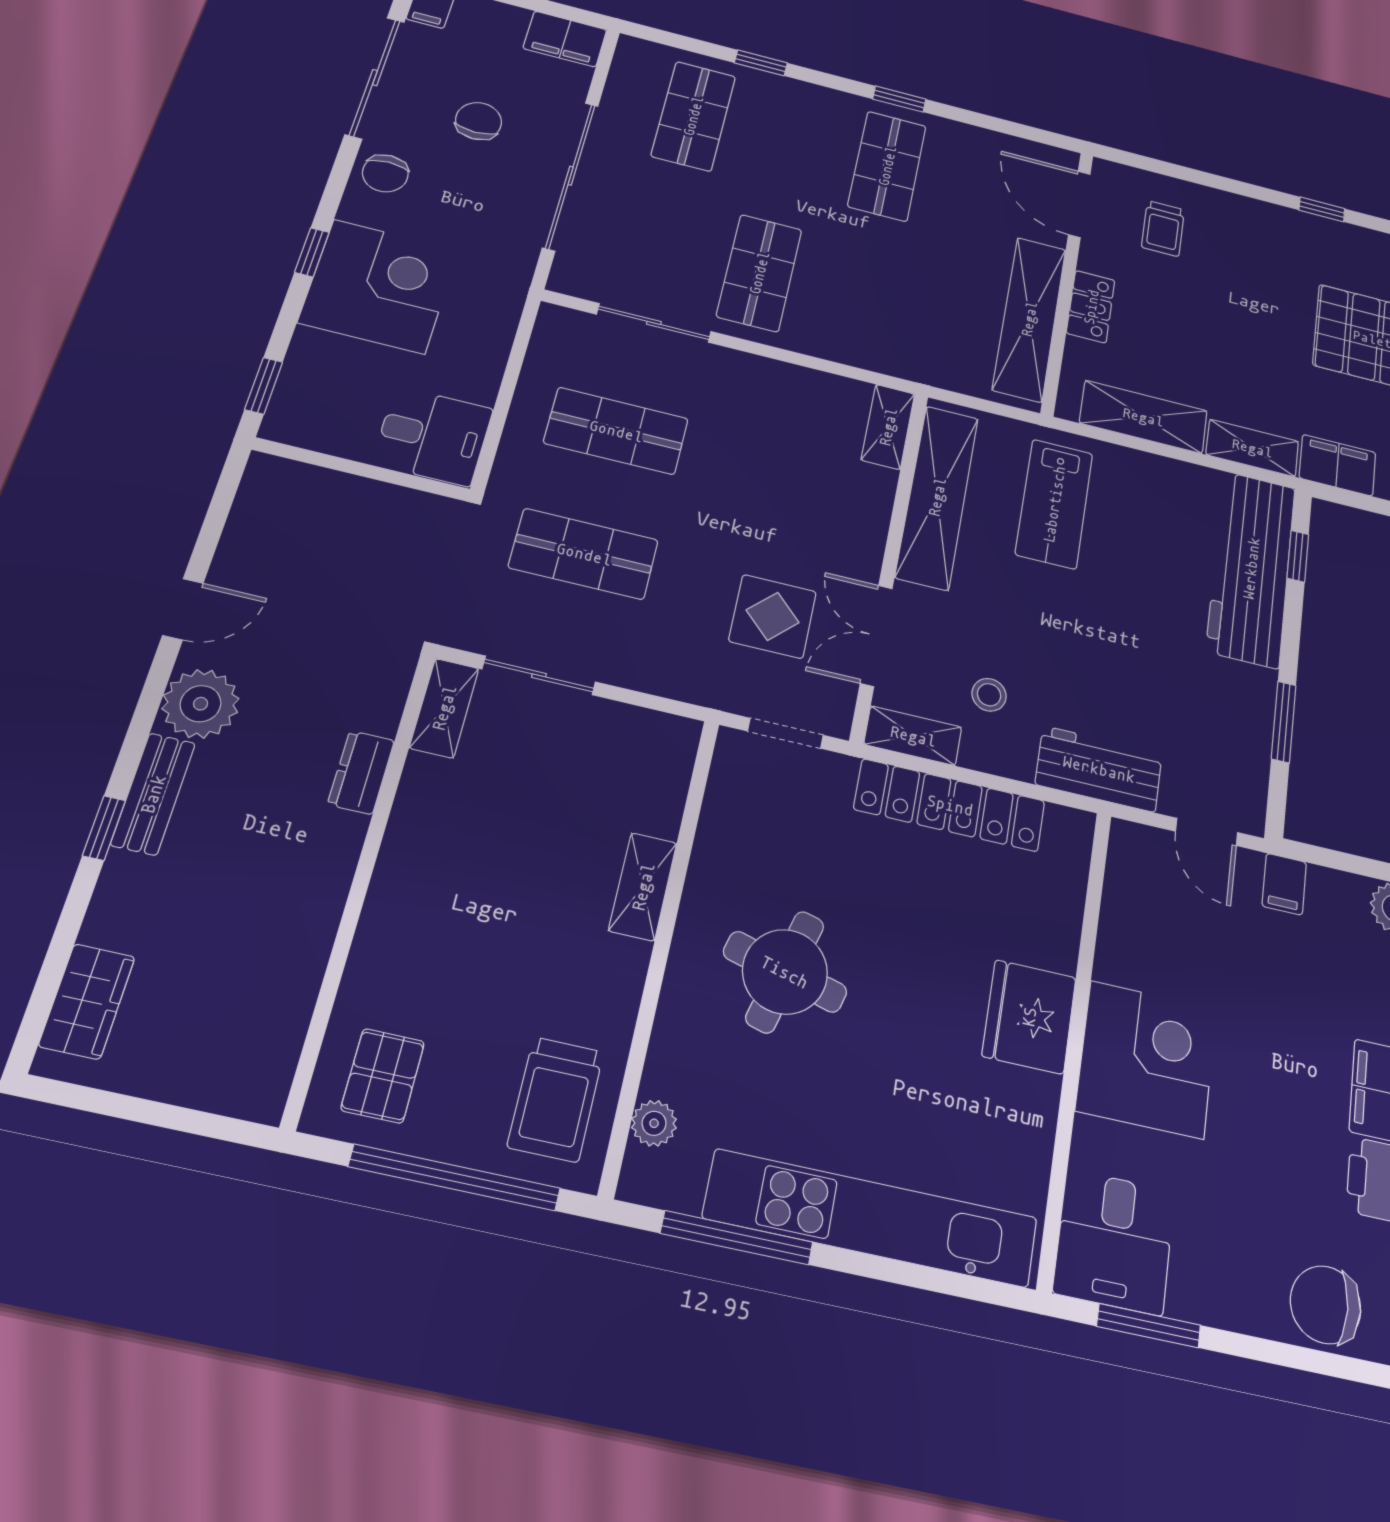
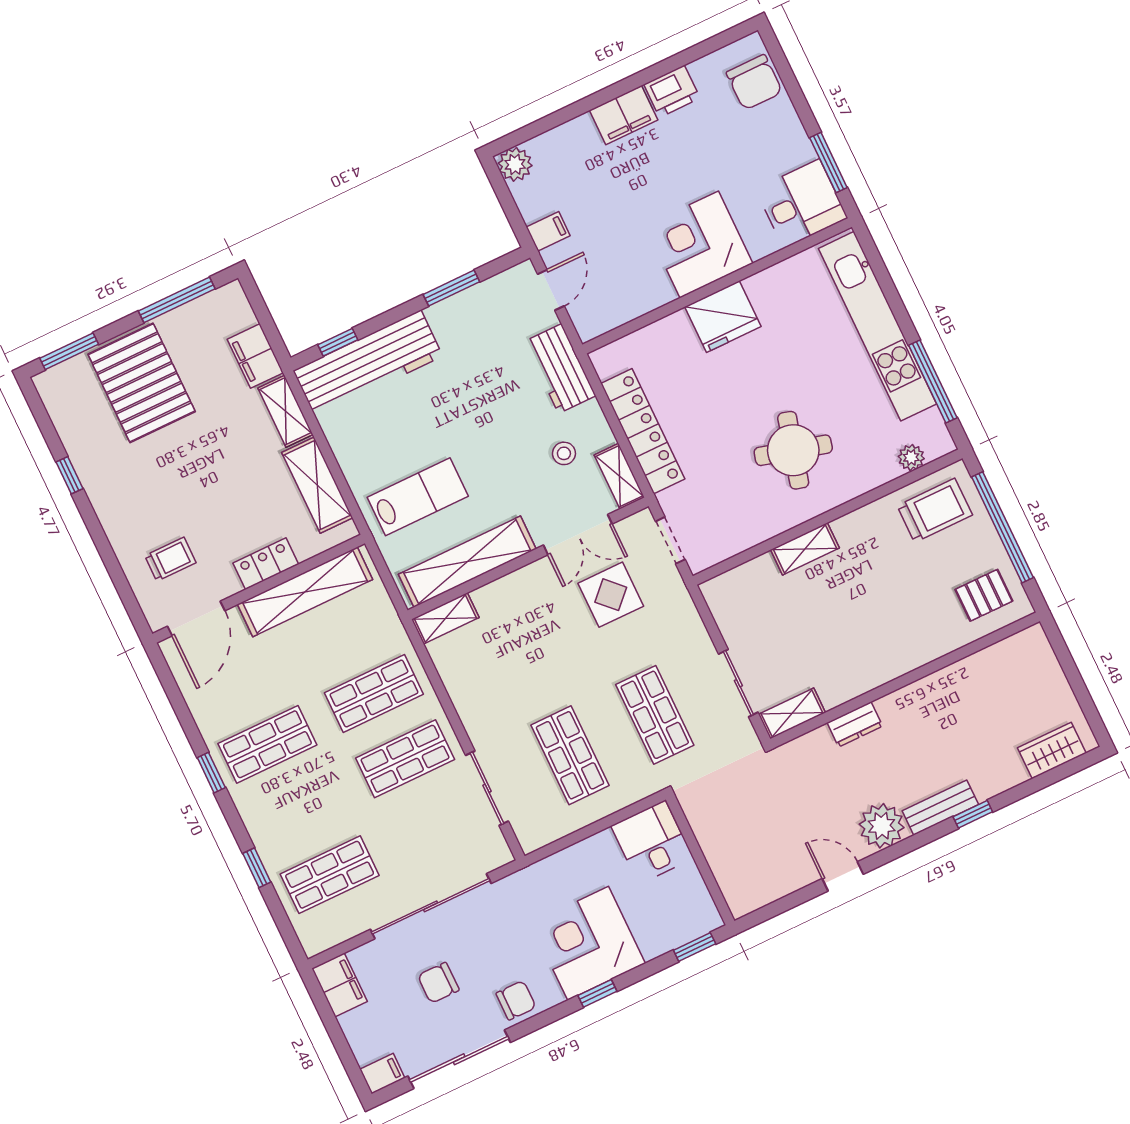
shop shelf: (859, 298) -> (374, 694), added

